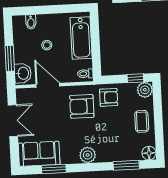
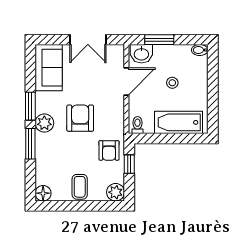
bidet: (31, 22) -> (200, 50), moved
window: (135, 78) -> (129, 164), moved
armchair: (82, 106) -> (80, 118), moved
coffee table: (142, 121) -> (80, 187), turned 90
window: (126, 165) -> (30, 144), moved
window: (54, 169) -> (30, 106), moved

